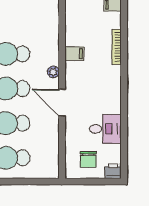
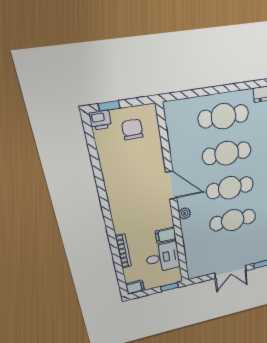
desk: (105, 129) -> (163, 257), moved, turned 180
window: (104, 182) -> (109, 106), added

